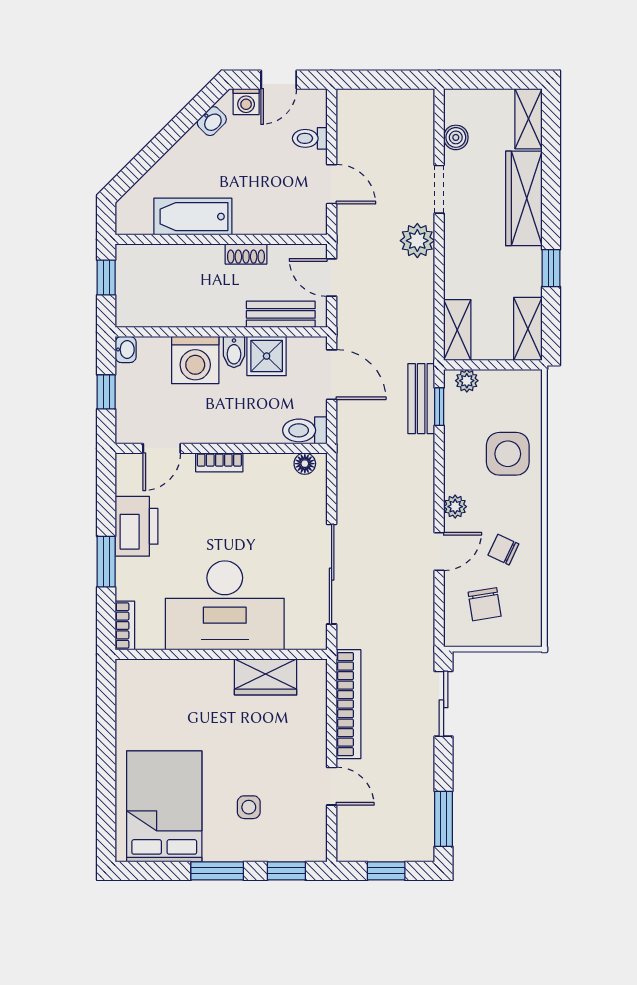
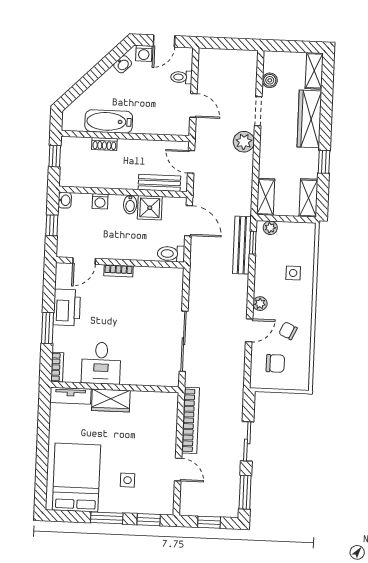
shoe rack: (246, 254) -> (104, 144), moved
washing machine: (195, 360) -> (100, 201), width x0.53, depth x0.53
bench: (421, 399) -> (242, 245), width x1.36
side table: (508, 454) -> (293, 273), width x0.54, depth x0.54
floor lamp: (305, 464) -> (170, 274), removed
chair: (485, 604) -> (275, 363), turned -81
desk: (225, 605) -> (101, 363), width x0.53, depth x0.77
tv unit: (149, 672) -> (70, 396), added
wardrobe: (266, 677) -> (111, 401), moved
sliding door: (444, 704) -> (247, 441), moved

